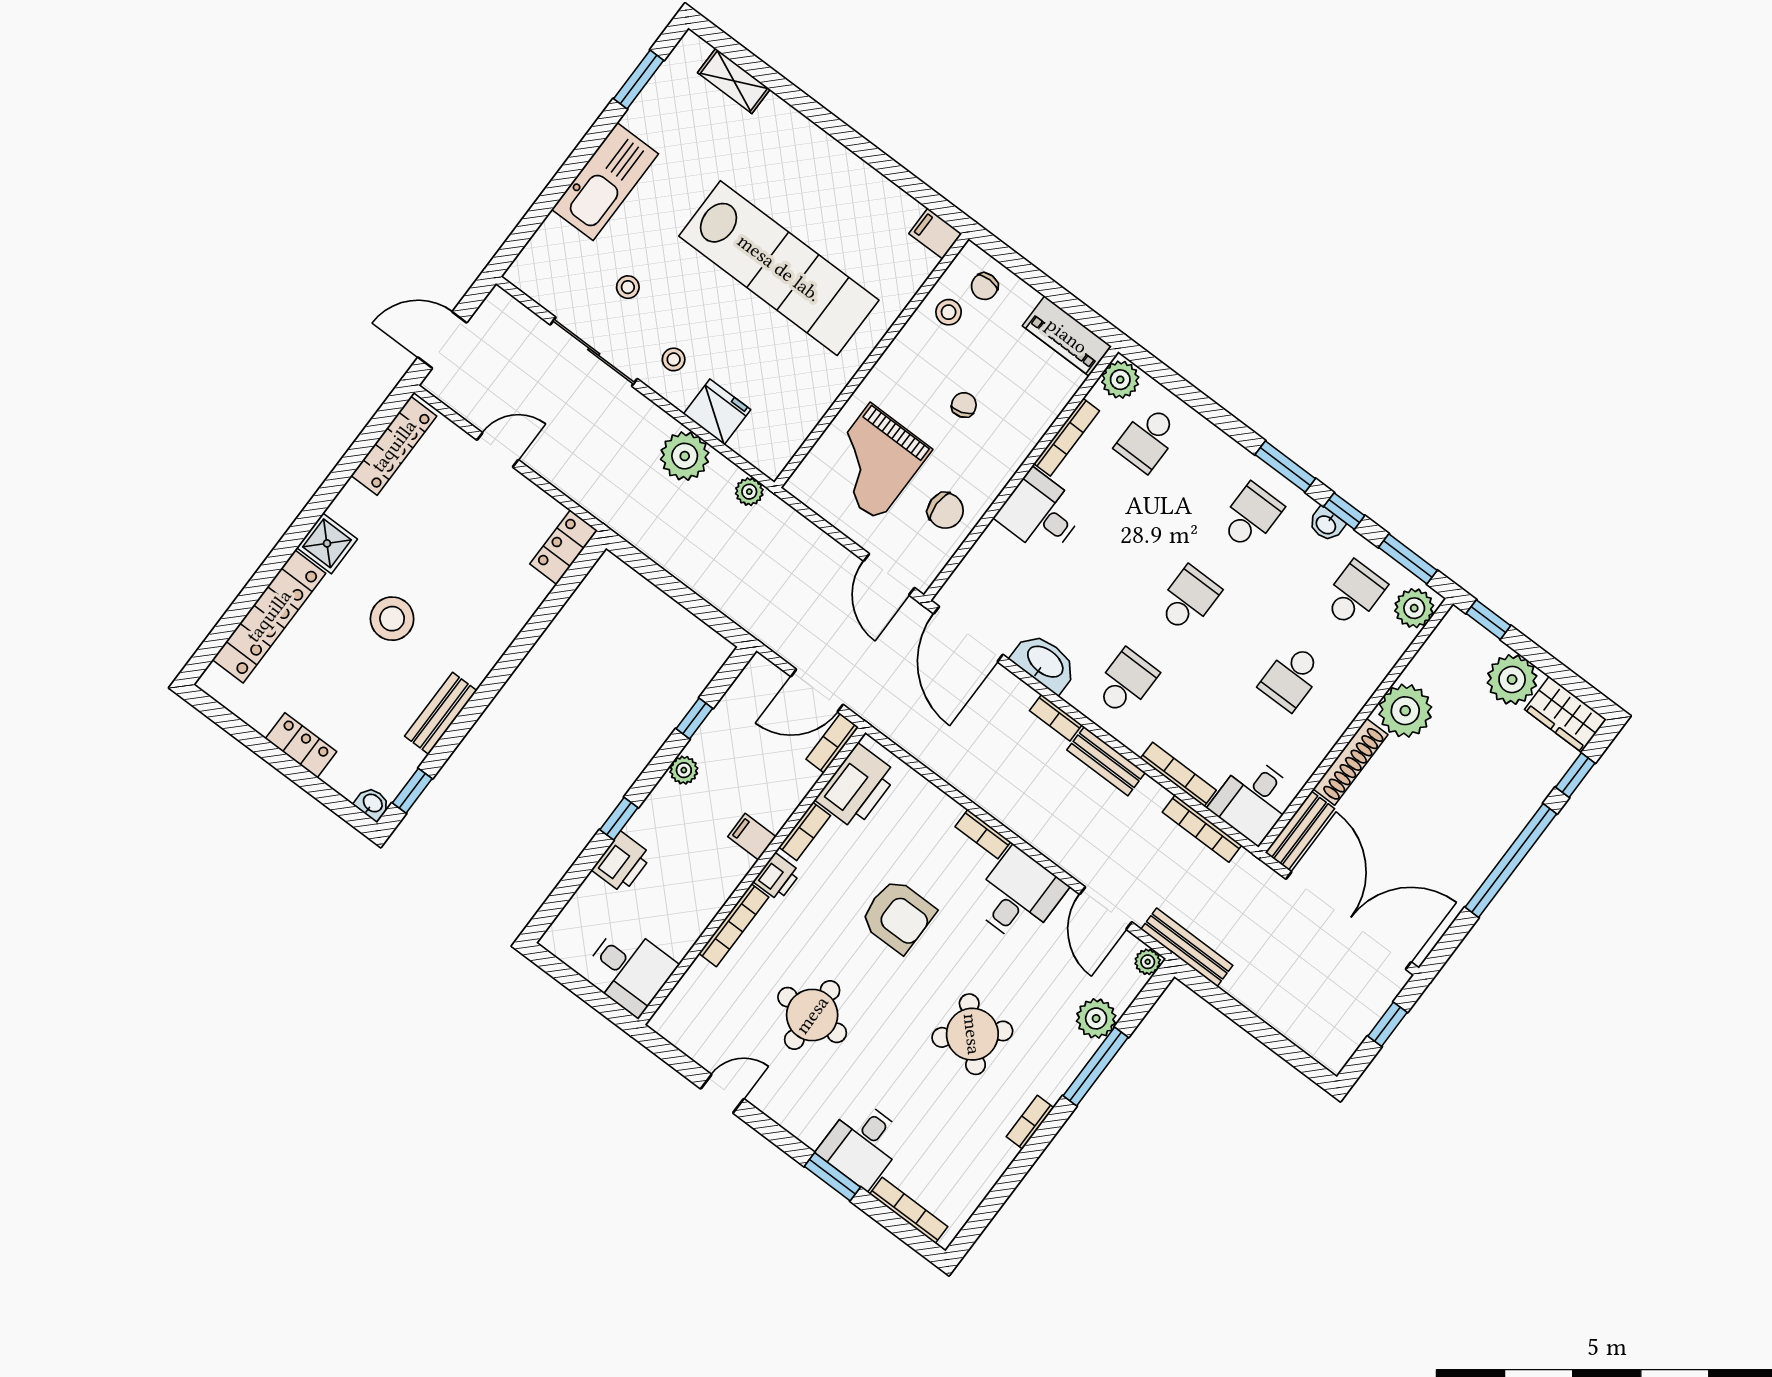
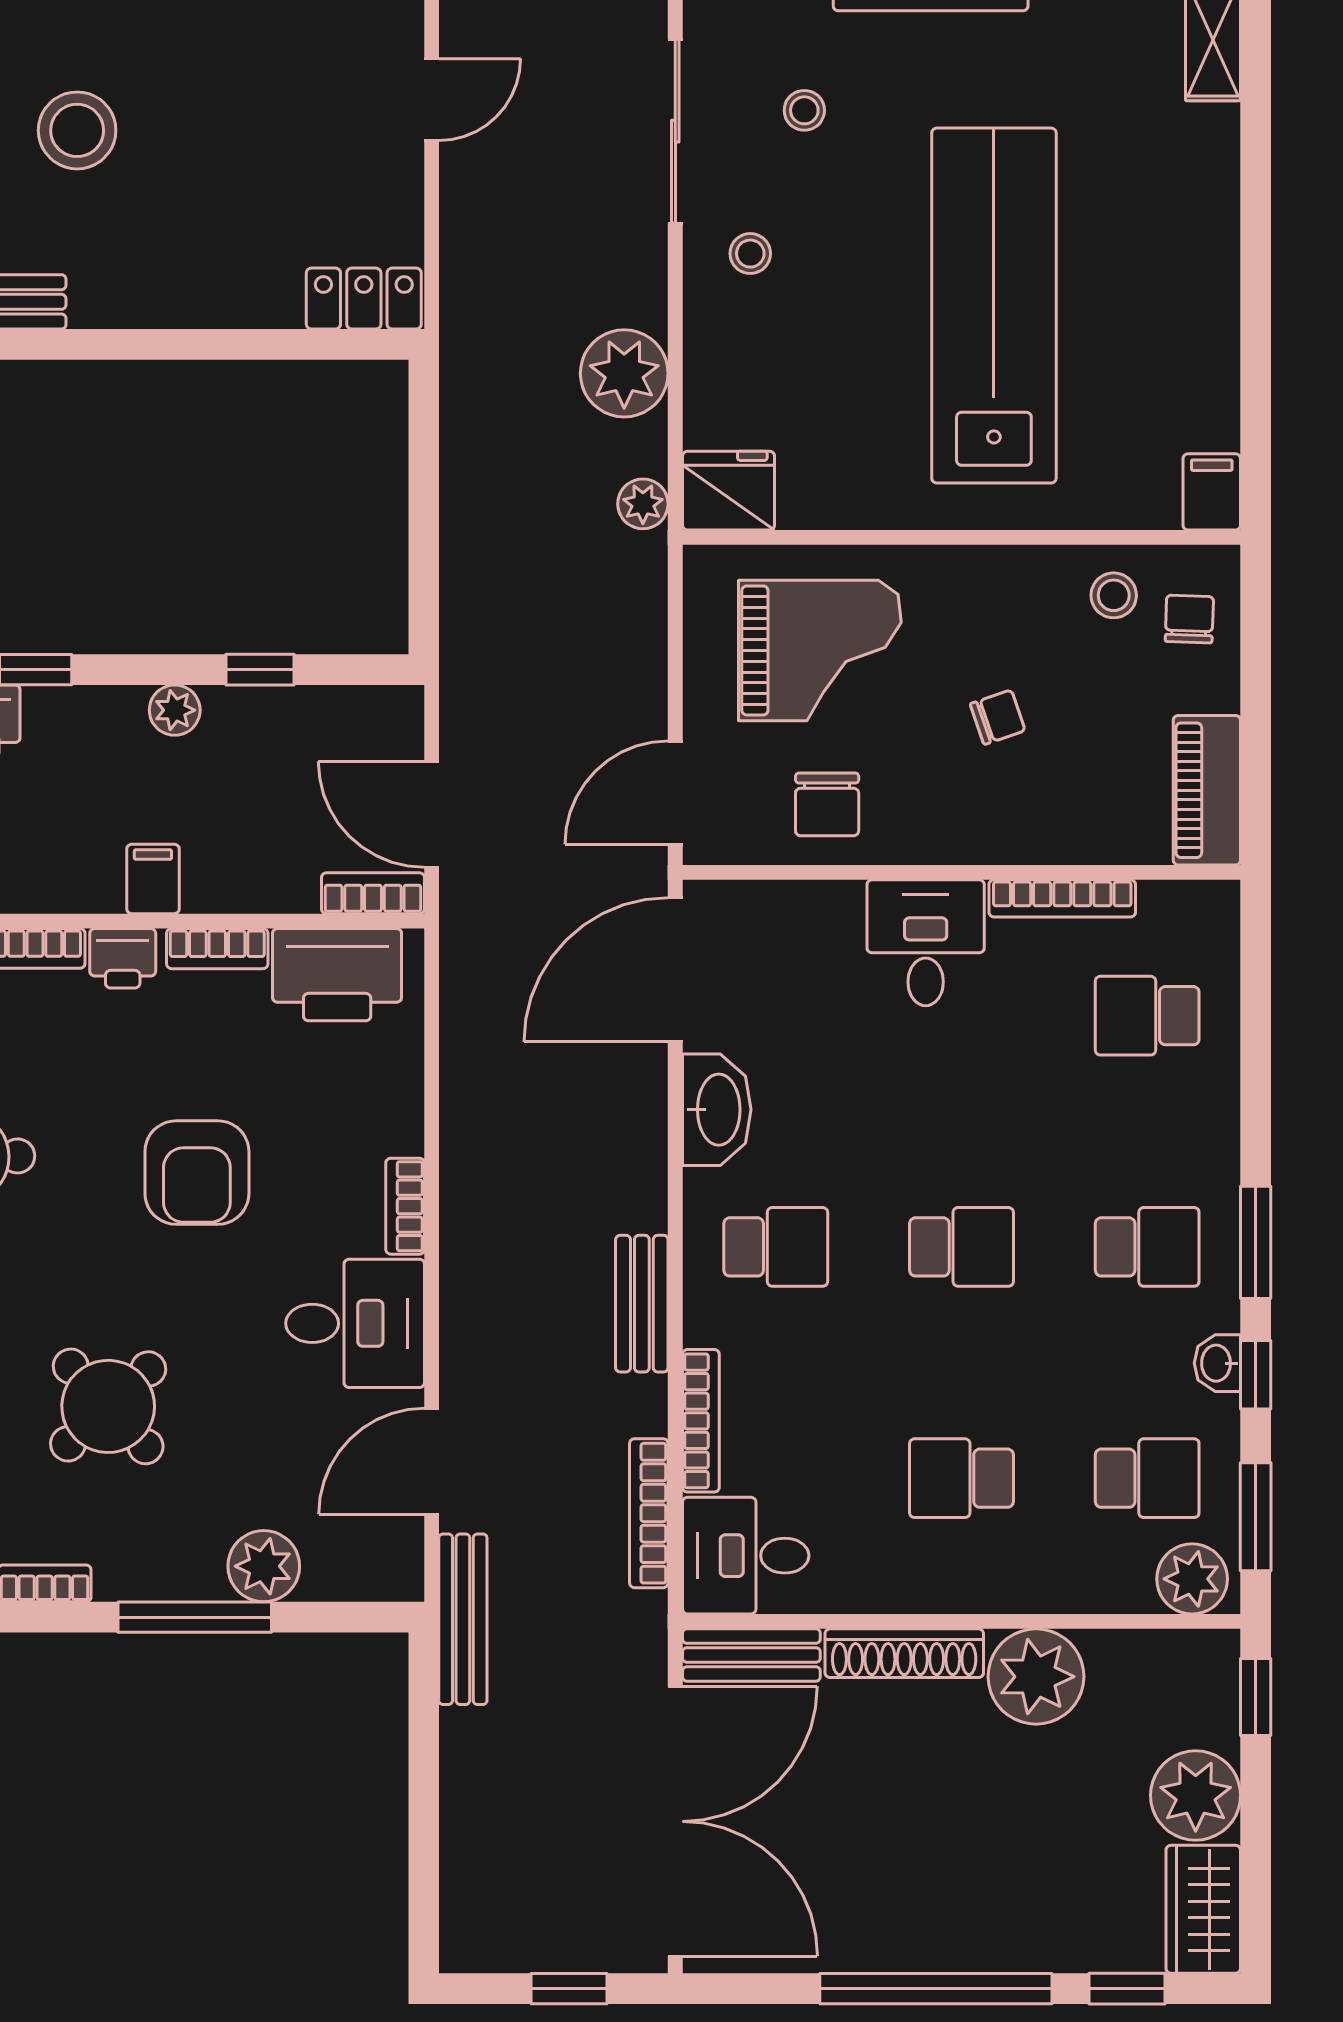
lab bench: (779, 268) -> (994, 306), turned 180
chair: (985, 286) -> (1189, 619), turned 92
plant: (1120, 380) -> (1202, 913), removed
fridge: (717, 412) -> (728, 491), moved, turned -90
door: (498, 450) -> (432, 100), hinge flipped
grand piano: (874, 462) -> (820, 650), turned 180
bookcase: (1056, 718) -> (650, 1185), removed
plant: (1148, 962) -> (400, 1579), removed

